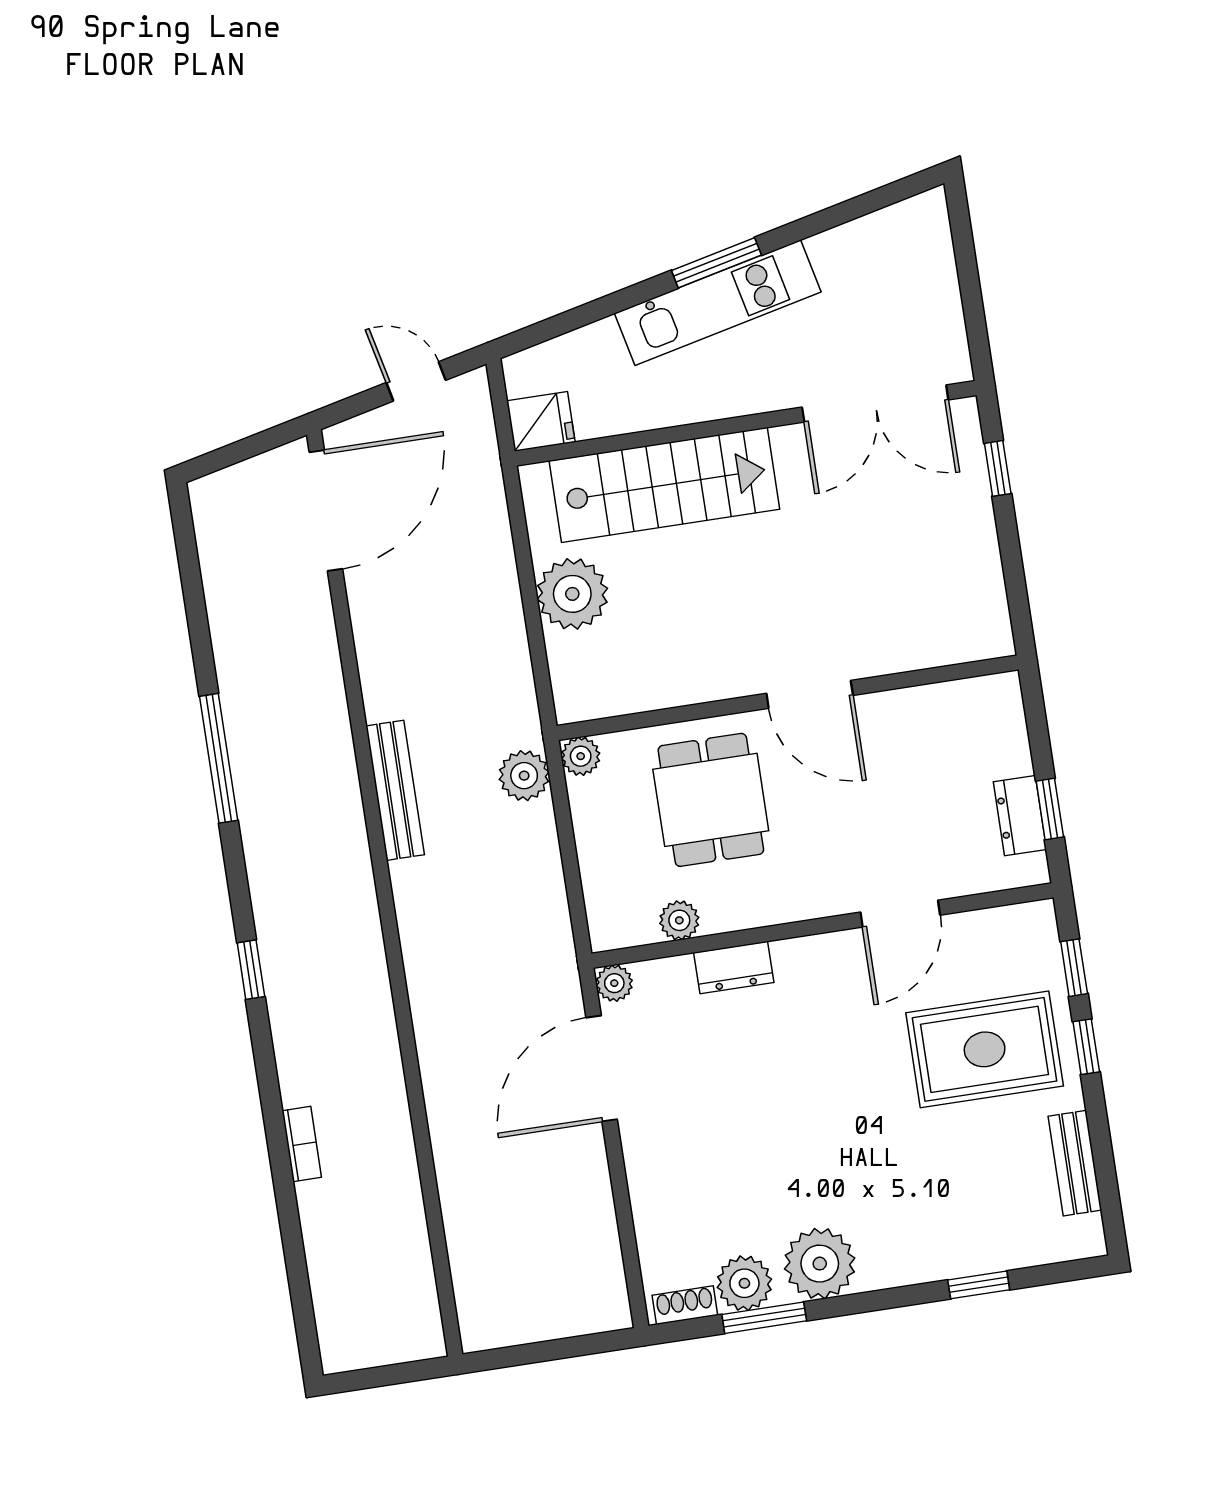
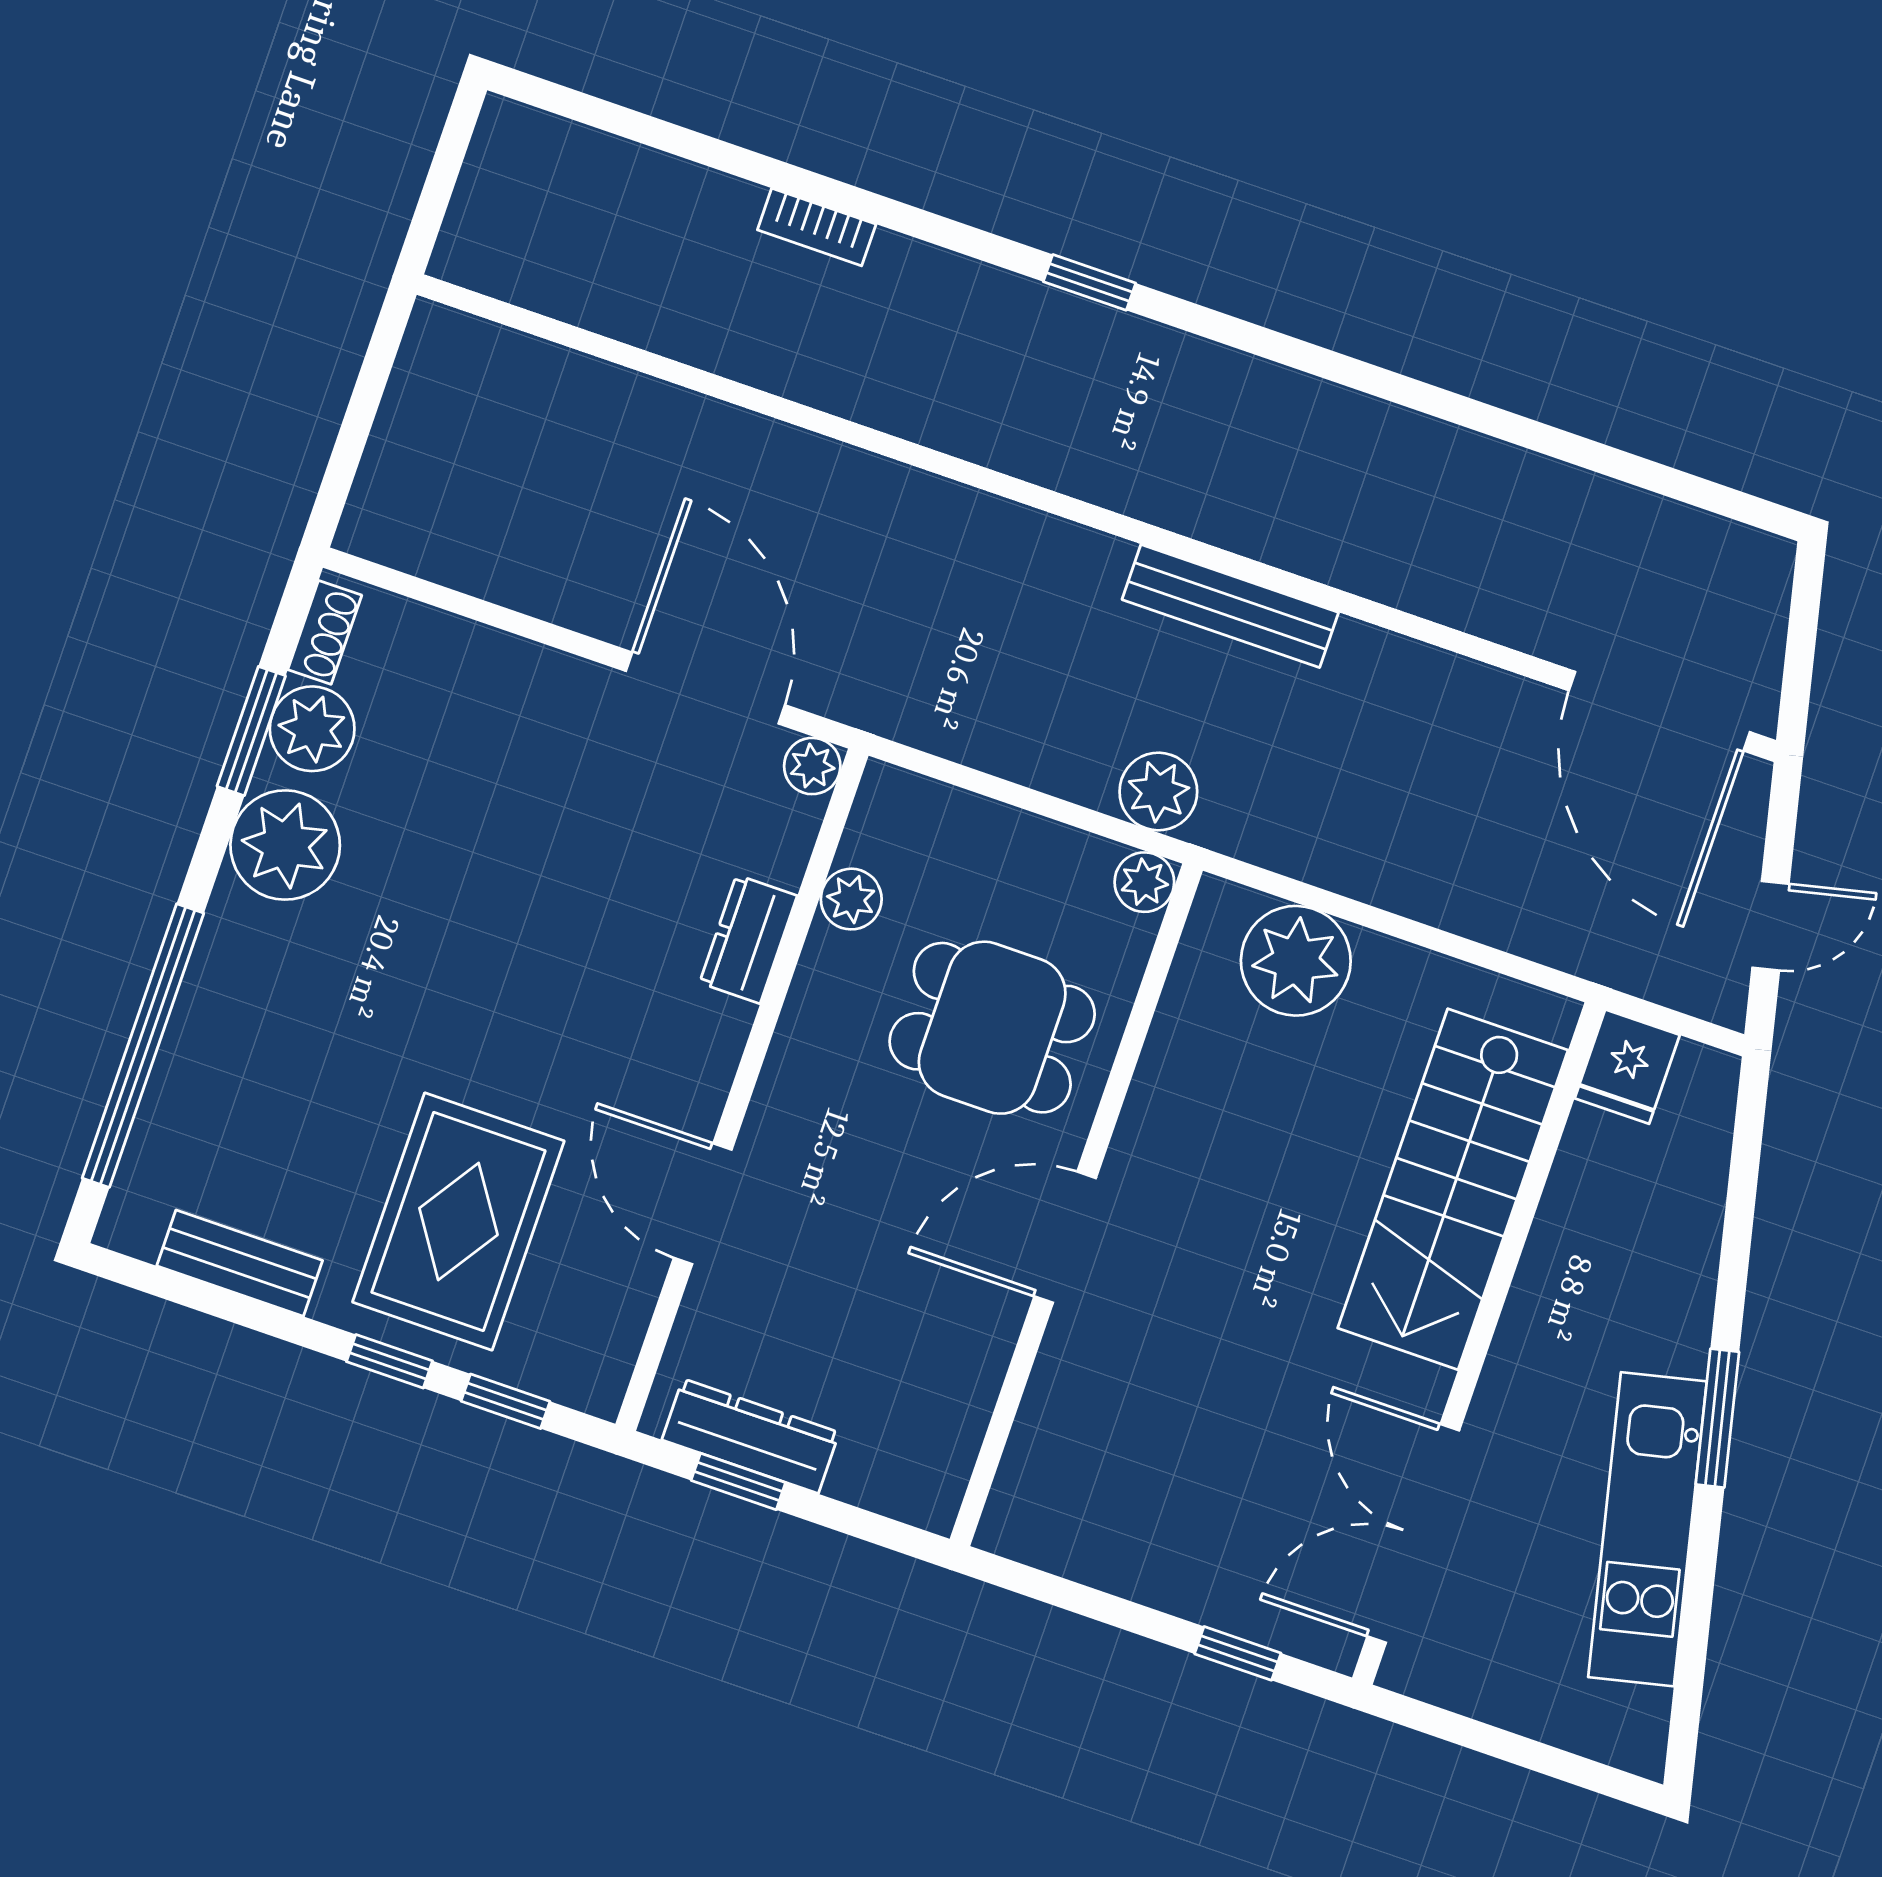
kitchen unit: (718, 303) -> (1647, 1529), moved
plant: (572, 594) -> (1296, 961), moved
window: (219, 758) -> (1399, 389), removed
dresser: (1020, 816) -> (751, 1436), width x1.44
window: (979, 1285) -> (143, 1046), width x3.17

